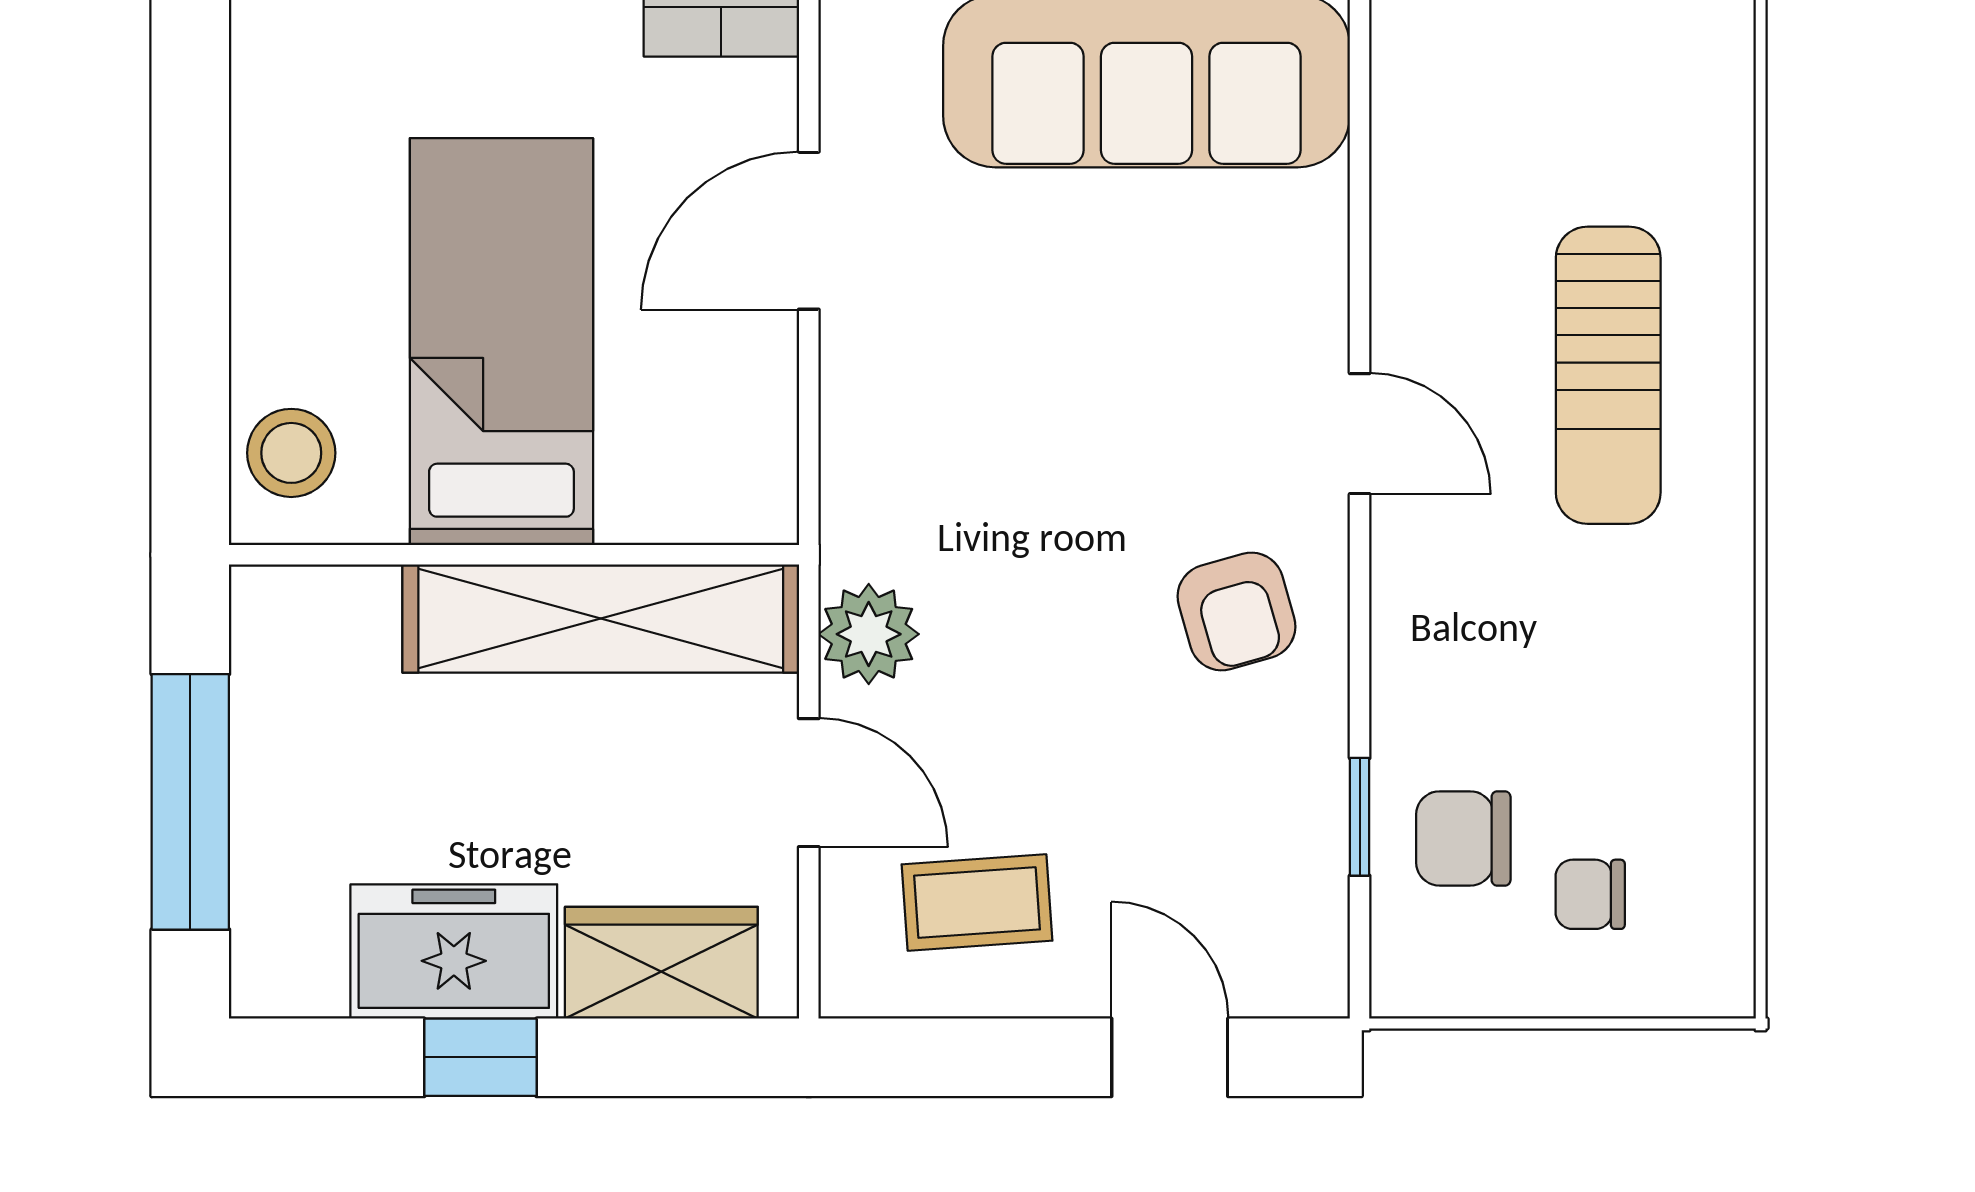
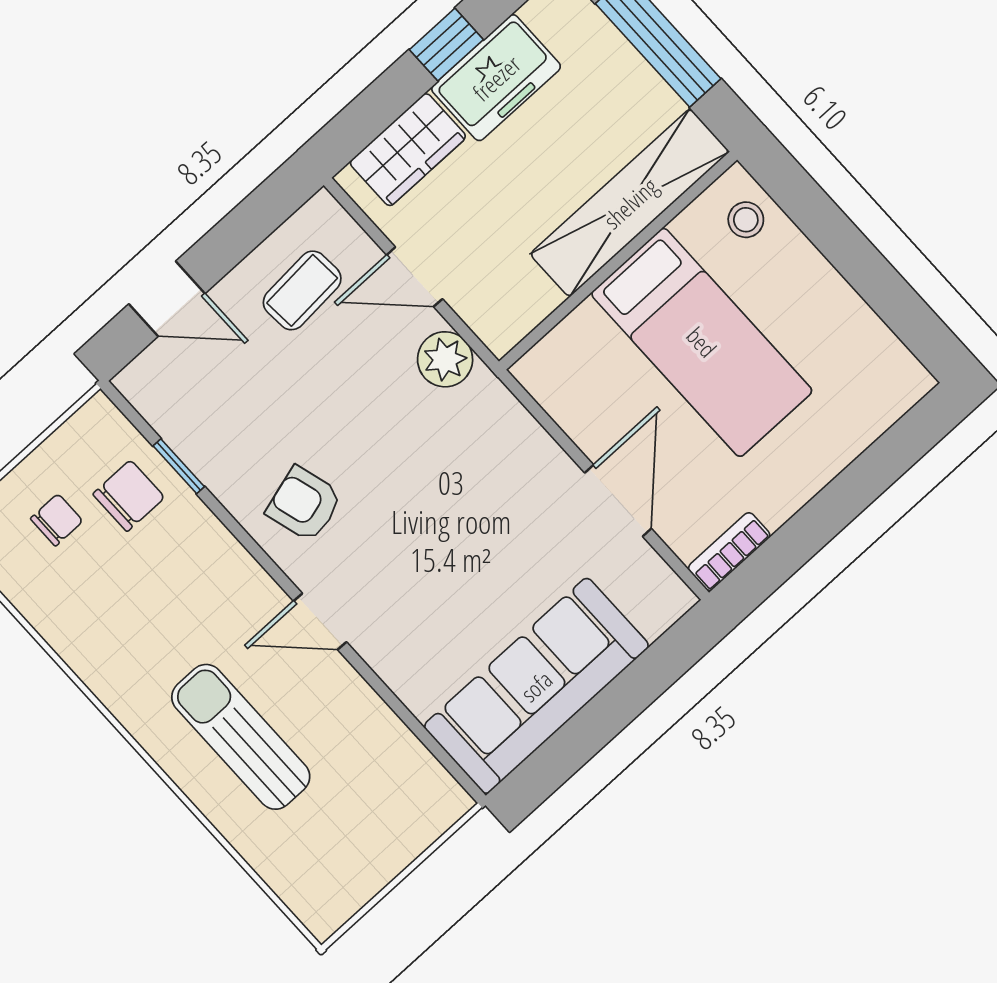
stool: (291, 453) -> (746, 220), width x0.73, depth x0.73
shelving: (601, 619) -> (630, 203), moved

